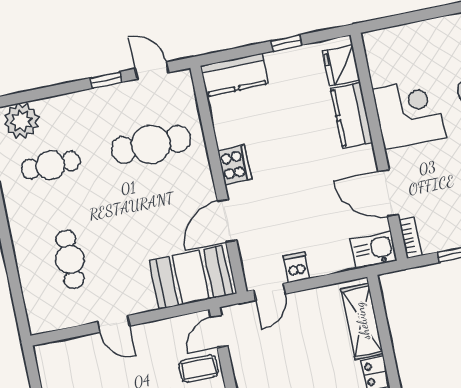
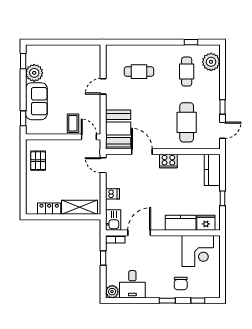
corner desk: (409, 113) -> (198, 251), moved
dishwasher: (297, 267) -> (112, 194), moved

